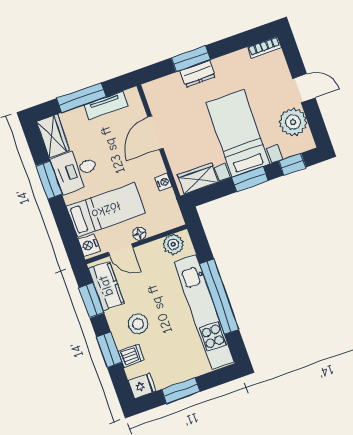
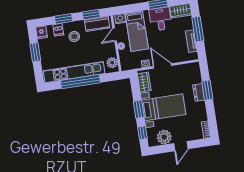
door: (155, 133) -> (162, 66), moved

